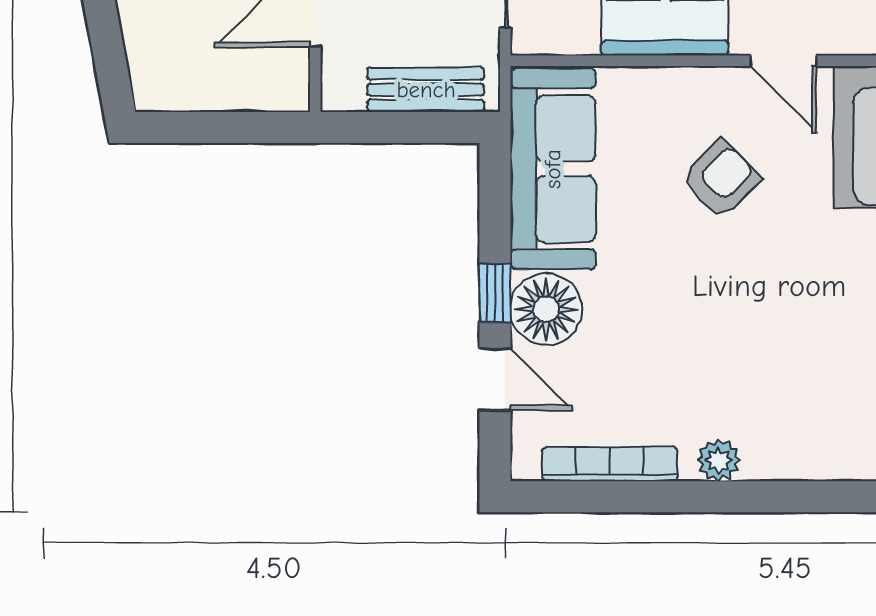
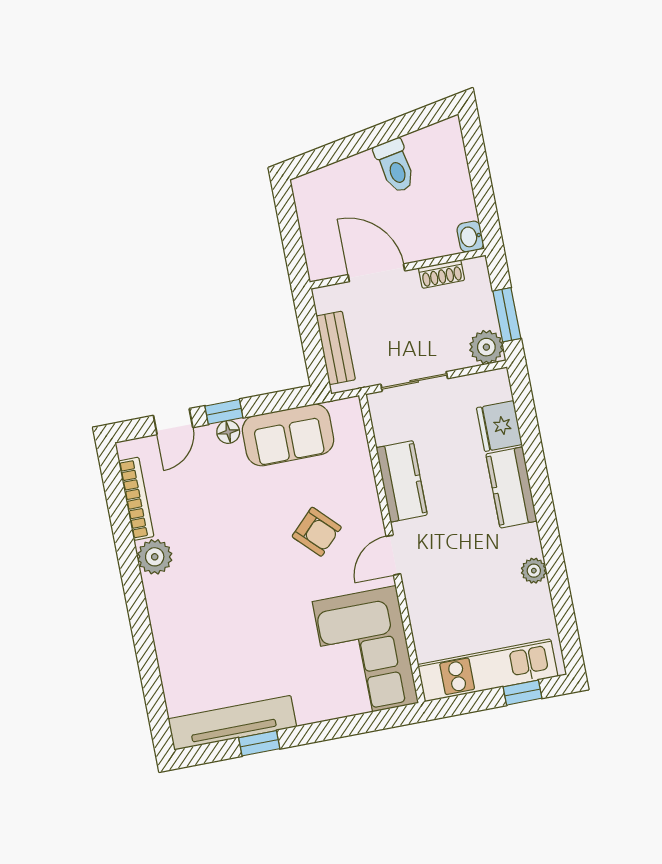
sofa: (553, 169) -> (288, 435), width x0.73
floor lamp: (546, 309) -> (228, 432), width x0.53, depth x0.53
plant: (719, 460) -> (155, 557), width x1.38, depth x1.38

